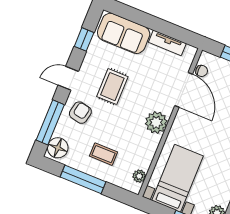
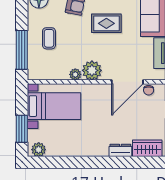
plant: (139, 176) -> (75, 74), moved
window: (83, 179) -> (22, 50), moved

